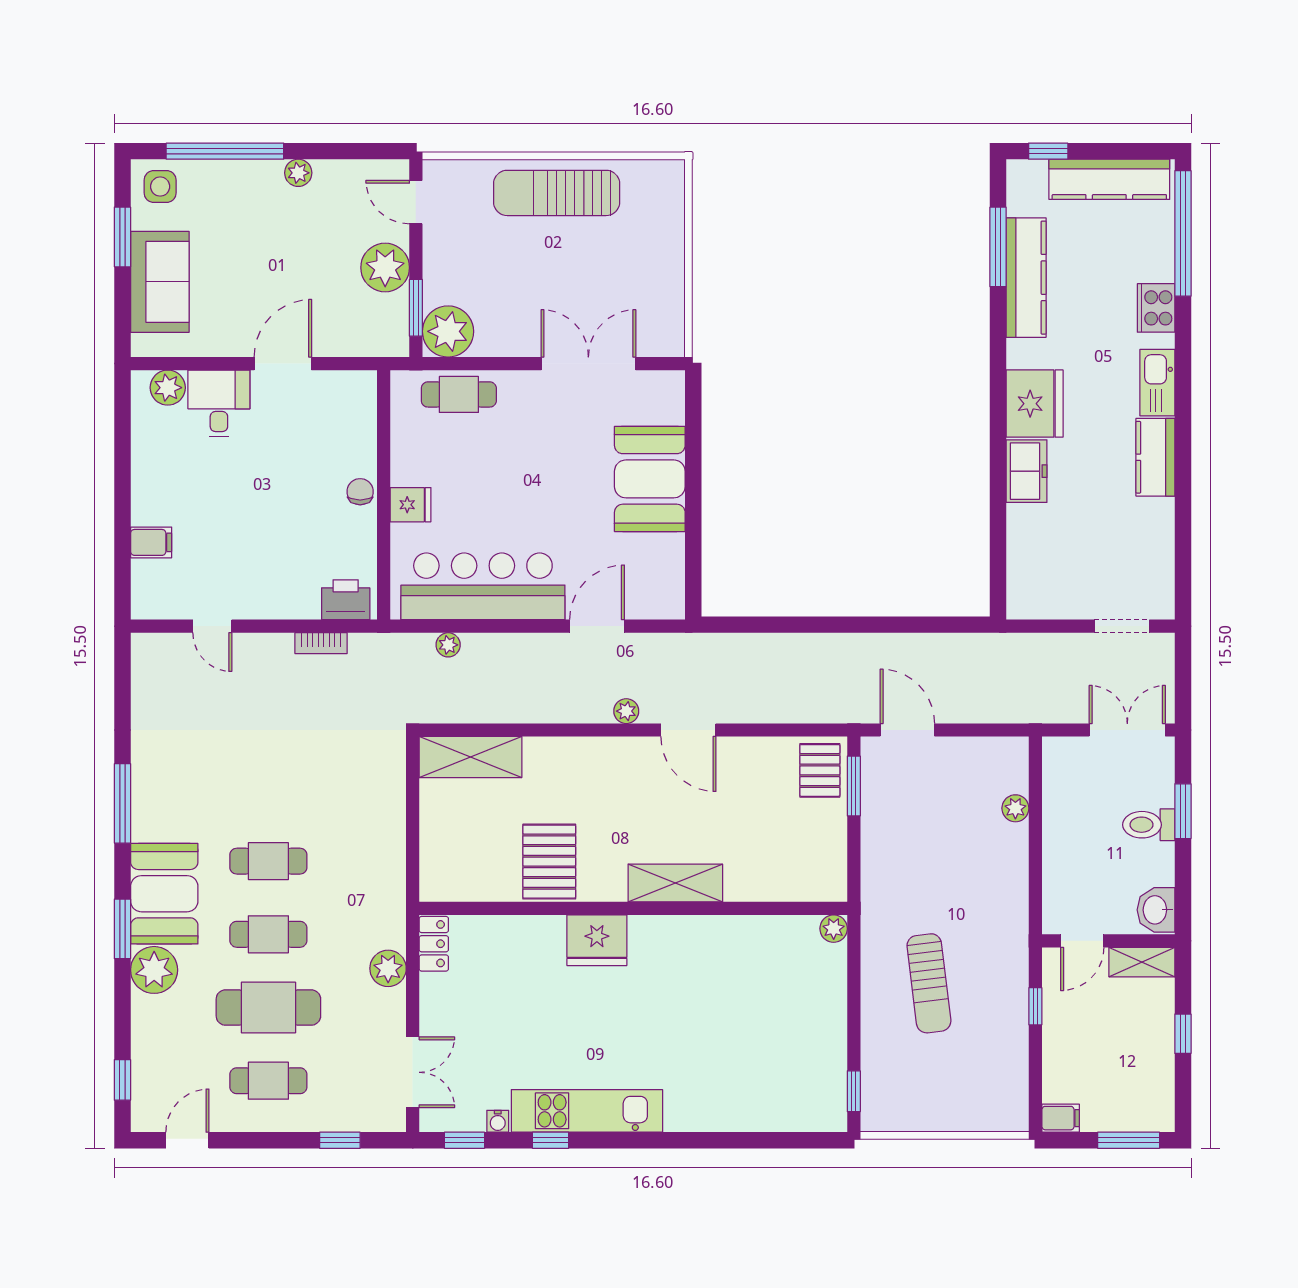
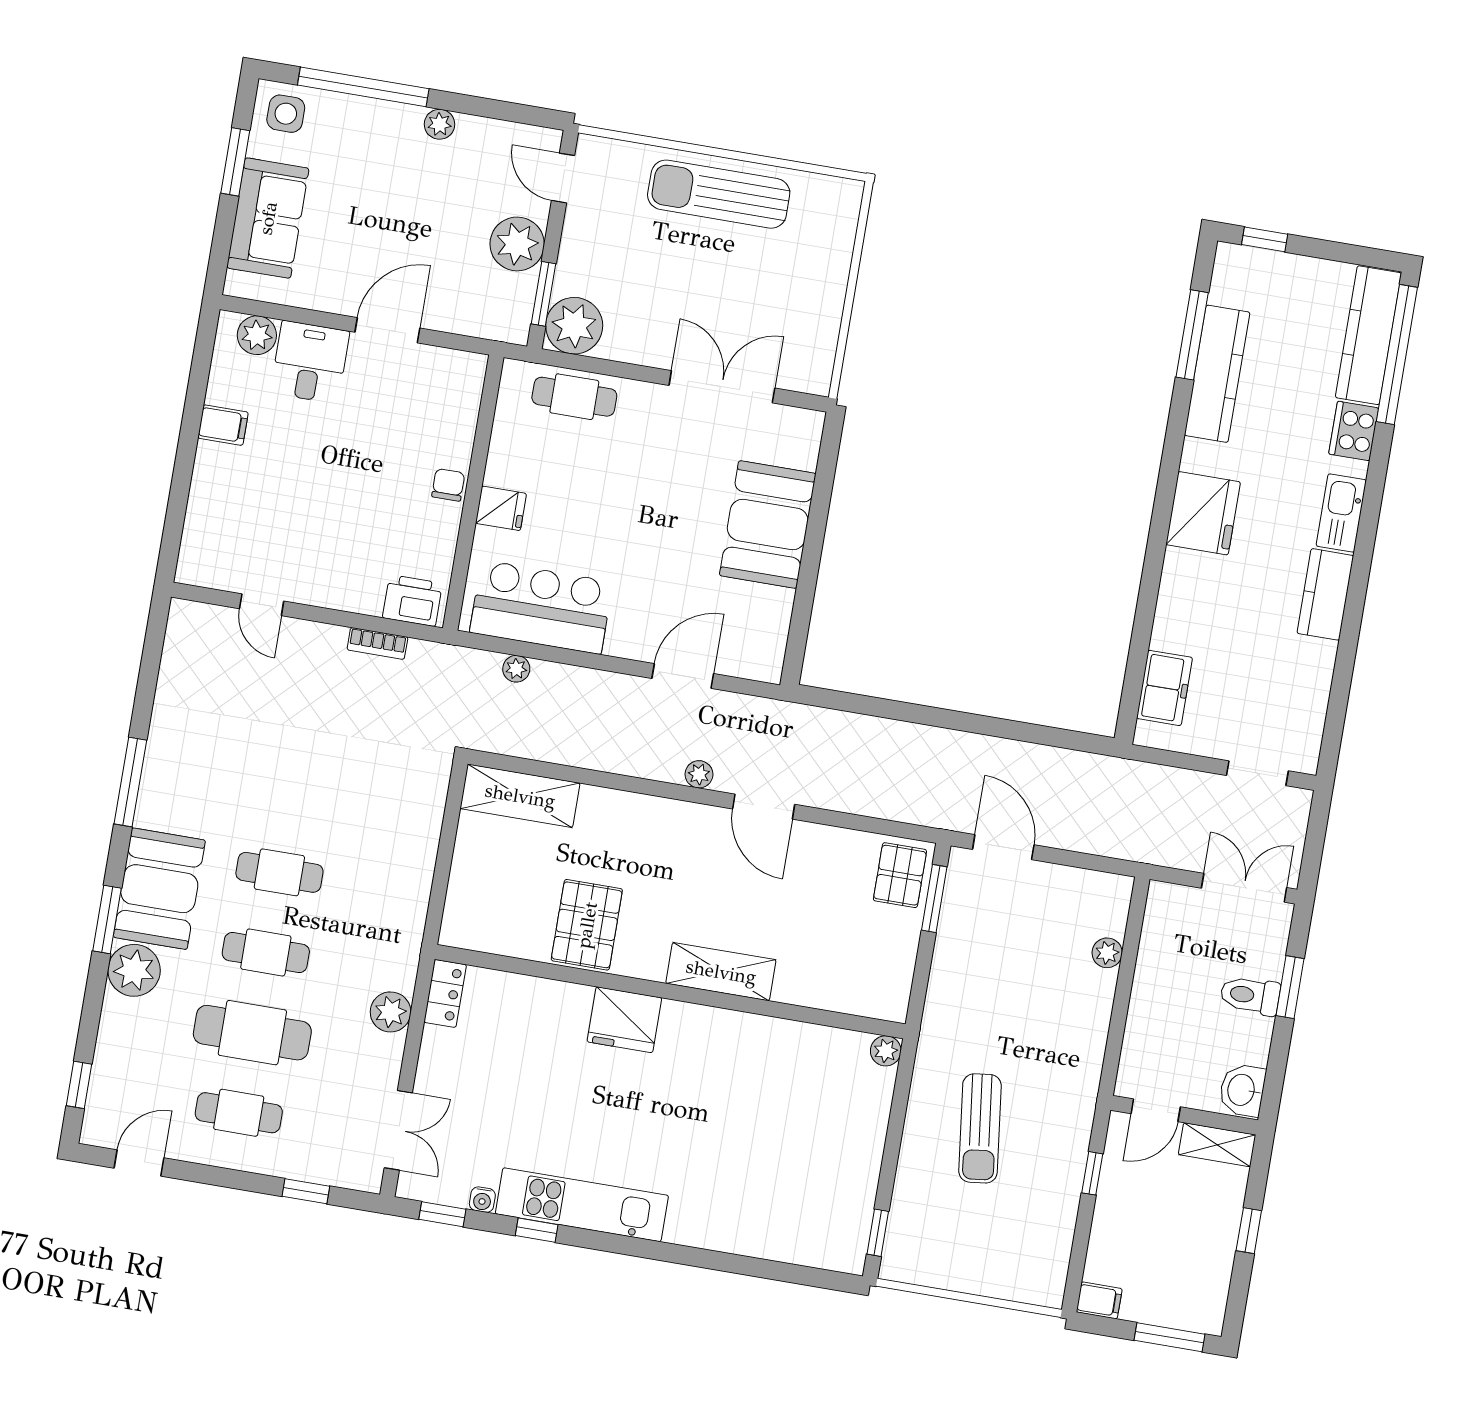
kitchen counter: (1109, 179) -> (1368, 335), moved, turned 90
freezer: (1027, 471) -> (1164, 688), moved
filing cabinet: (151, 542) -> (223, 425), moved
bar counter: (483, 586) -> (541, 607), width x0.73

